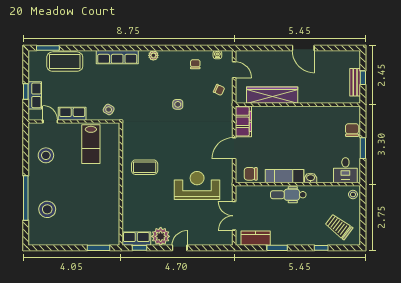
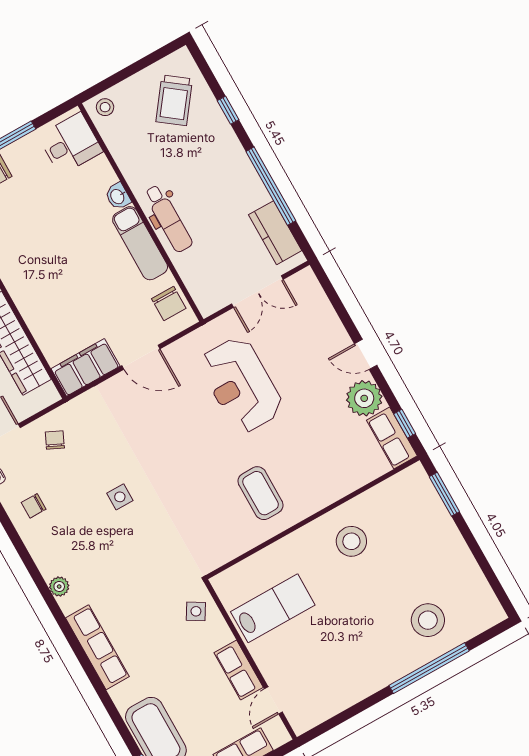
stool: (46, 155) -> (351, 541), moved
window: (277, 248) -> (271, 186), width x2.11

